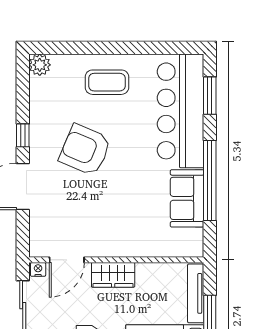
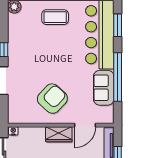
armchair: (85, 150) -> (52, 99), moved, turned 110
door: (67, 260) -> (85, 125), moved

